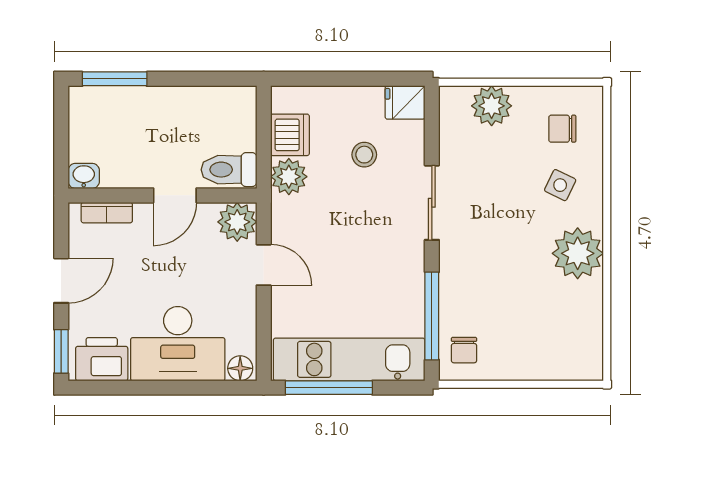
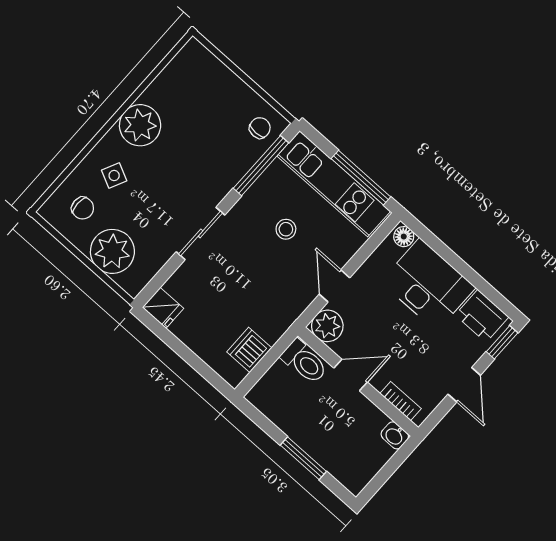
window: (115, 79) -> (303, 458), moved
plant: (492, 106) -> (112, 251), width x1.36, depth x1.36
stool: (364, 155) -> (286, 229), moved
plant: (289, 177) -> (272, 326), removed
door: (61, 281) -> (464, 385), swing flipped

